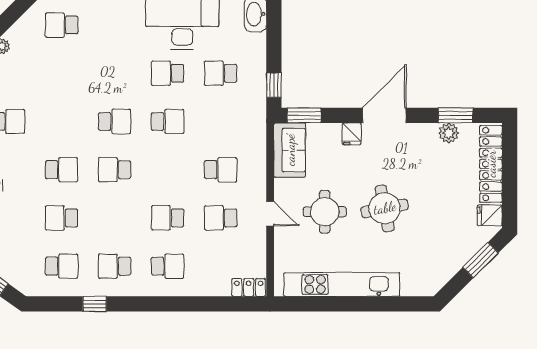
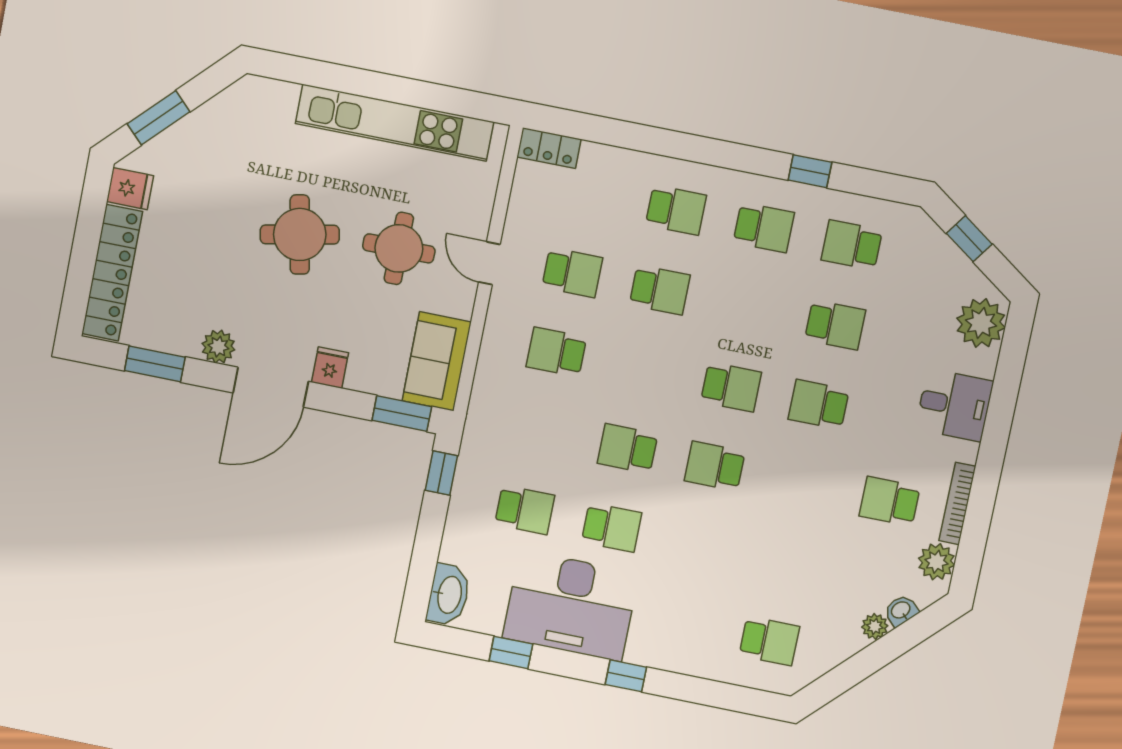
plant: (449, 133) -> (218, 347), moved
school desk: (168, 266) -> (676, 210), turned 180

